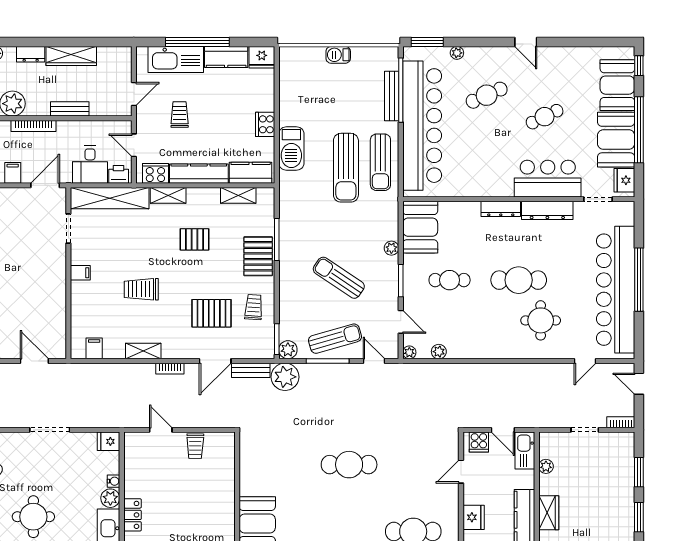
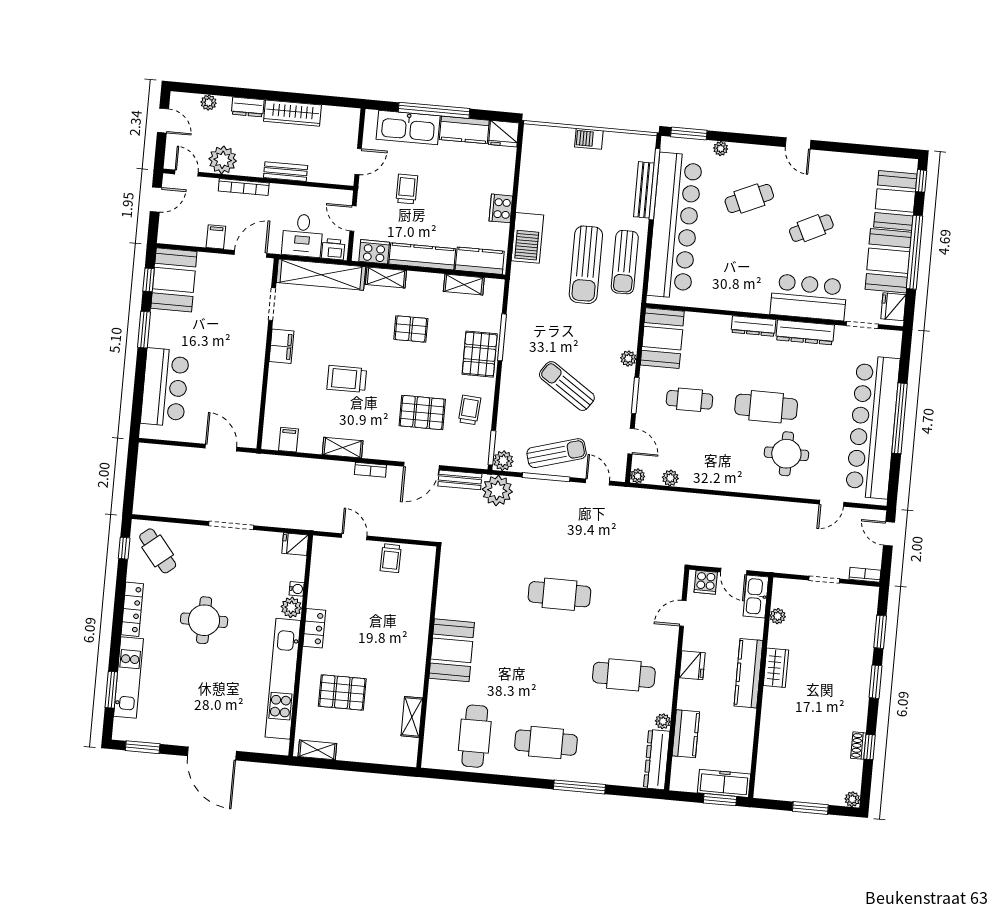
filing cabinet: (80, 273) -> (282, 346), width x2.00

